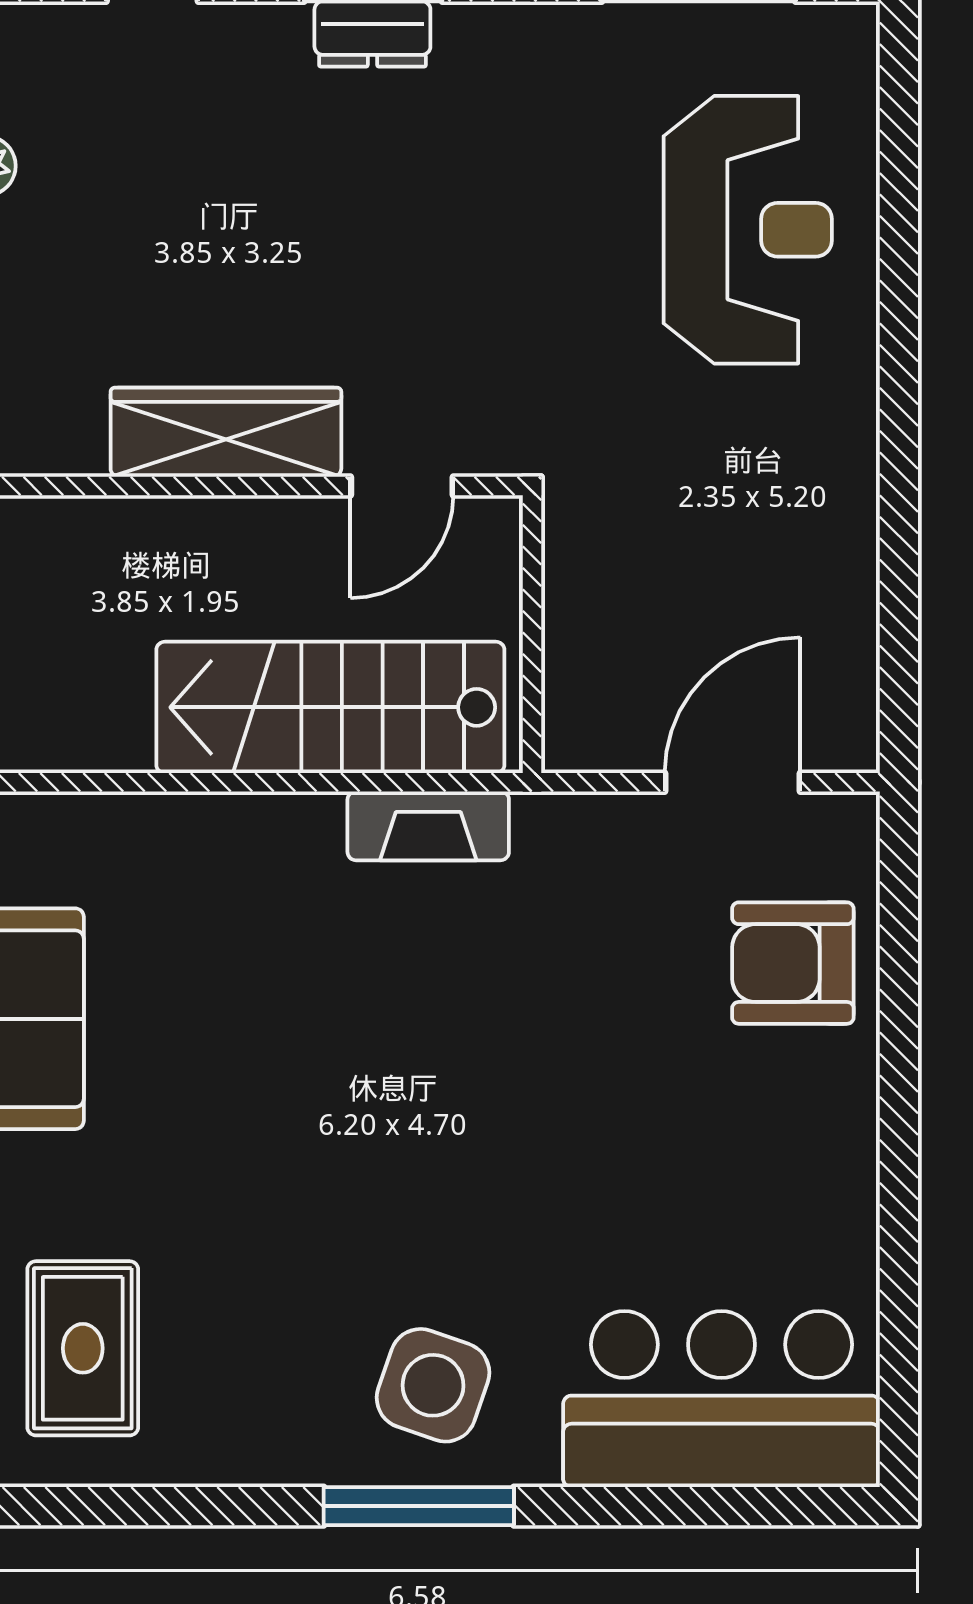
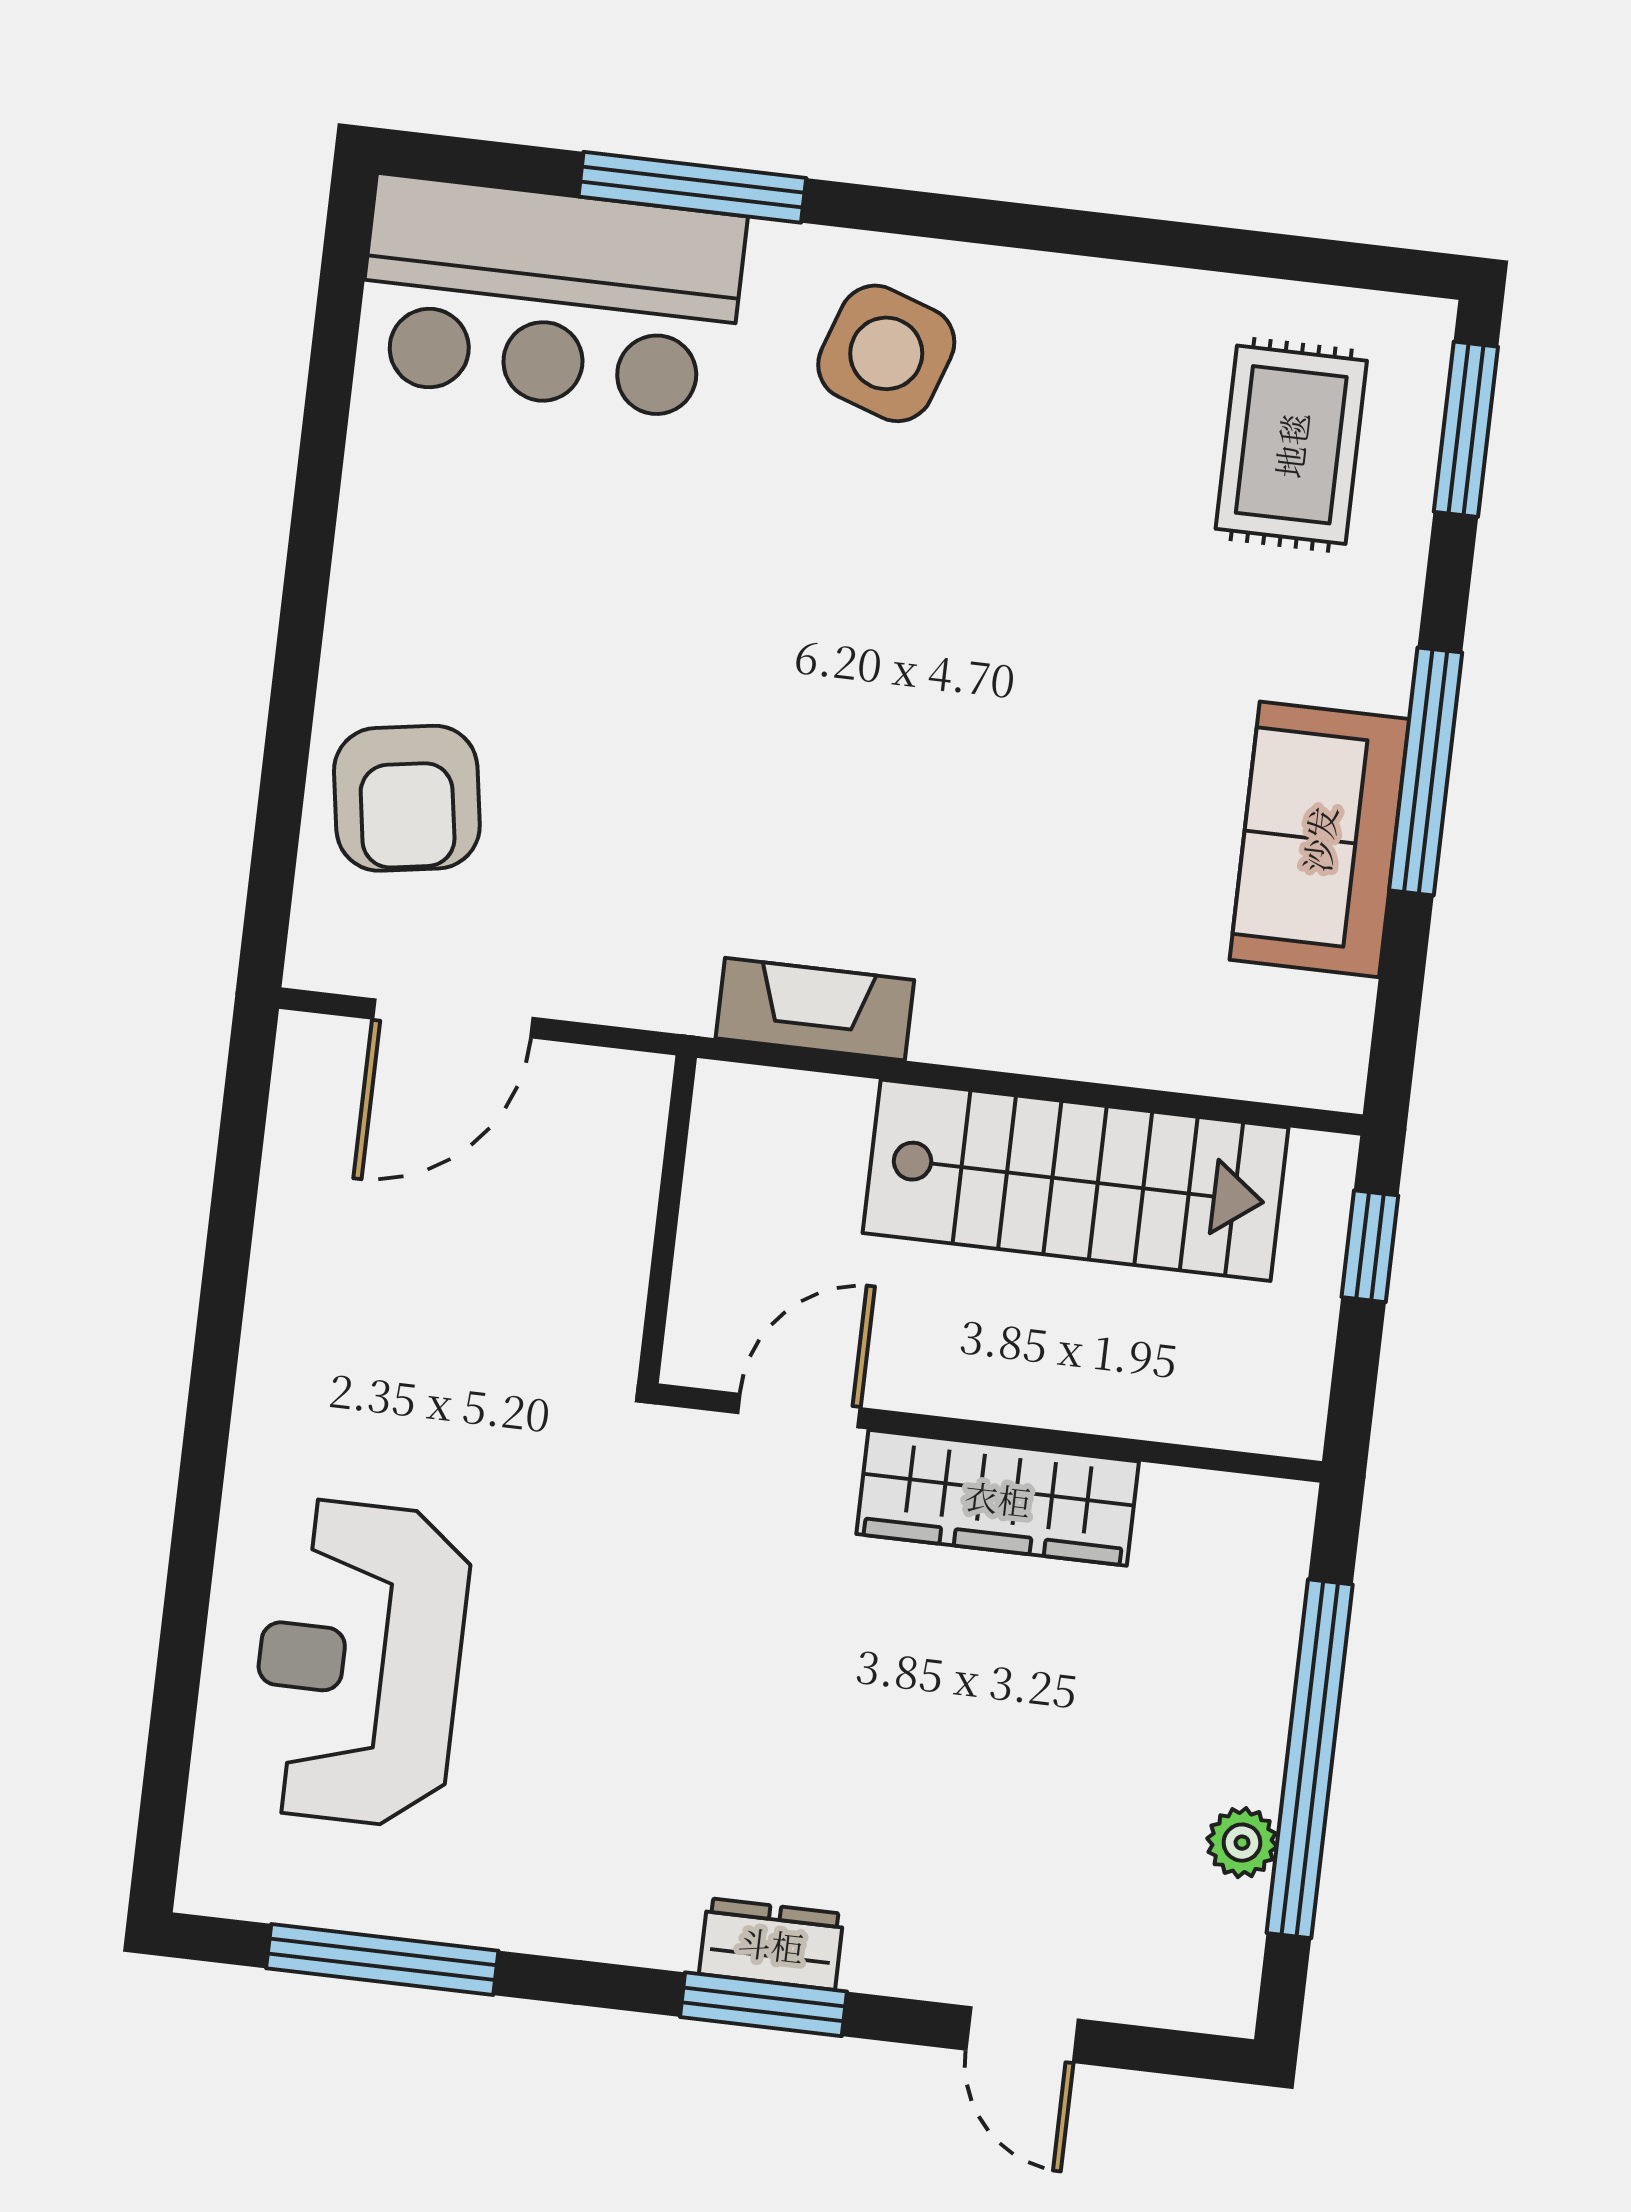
stairs: (330, 707) -> (1076, 1180), moved
armchair: (793, 963) -> (407, 798), turned 81
window: (419, 1506) -> (692, 187), moved

